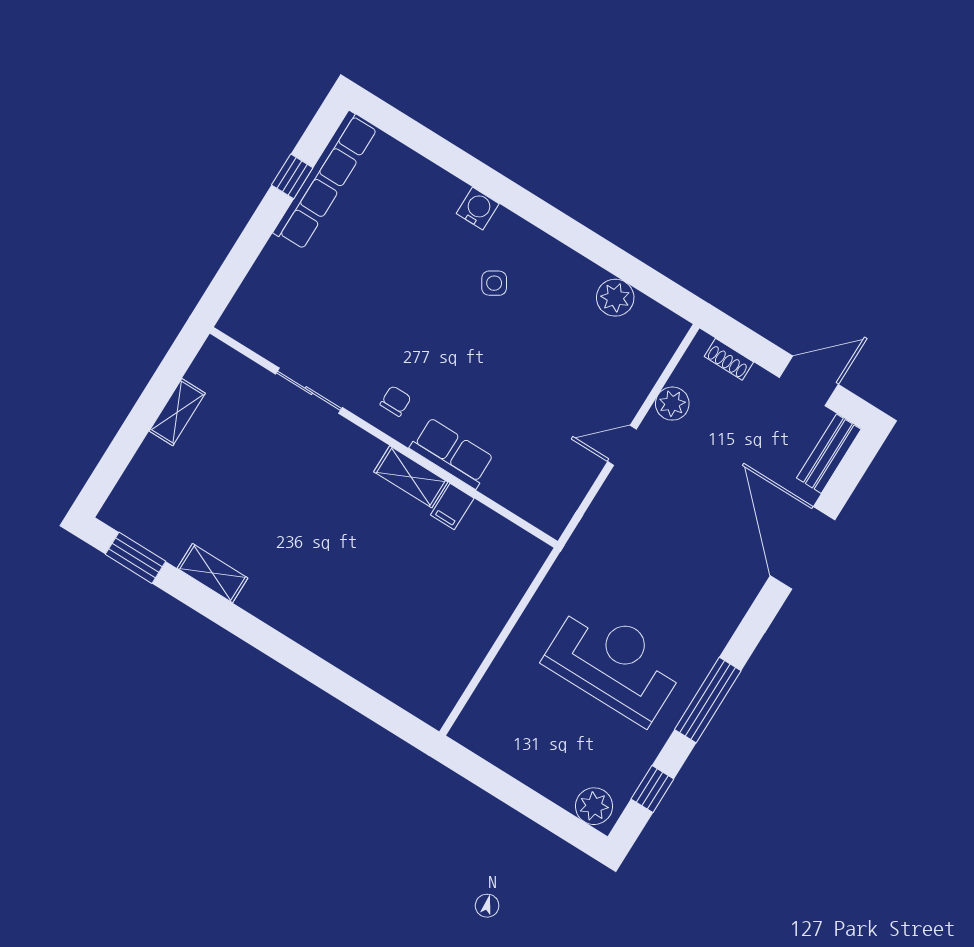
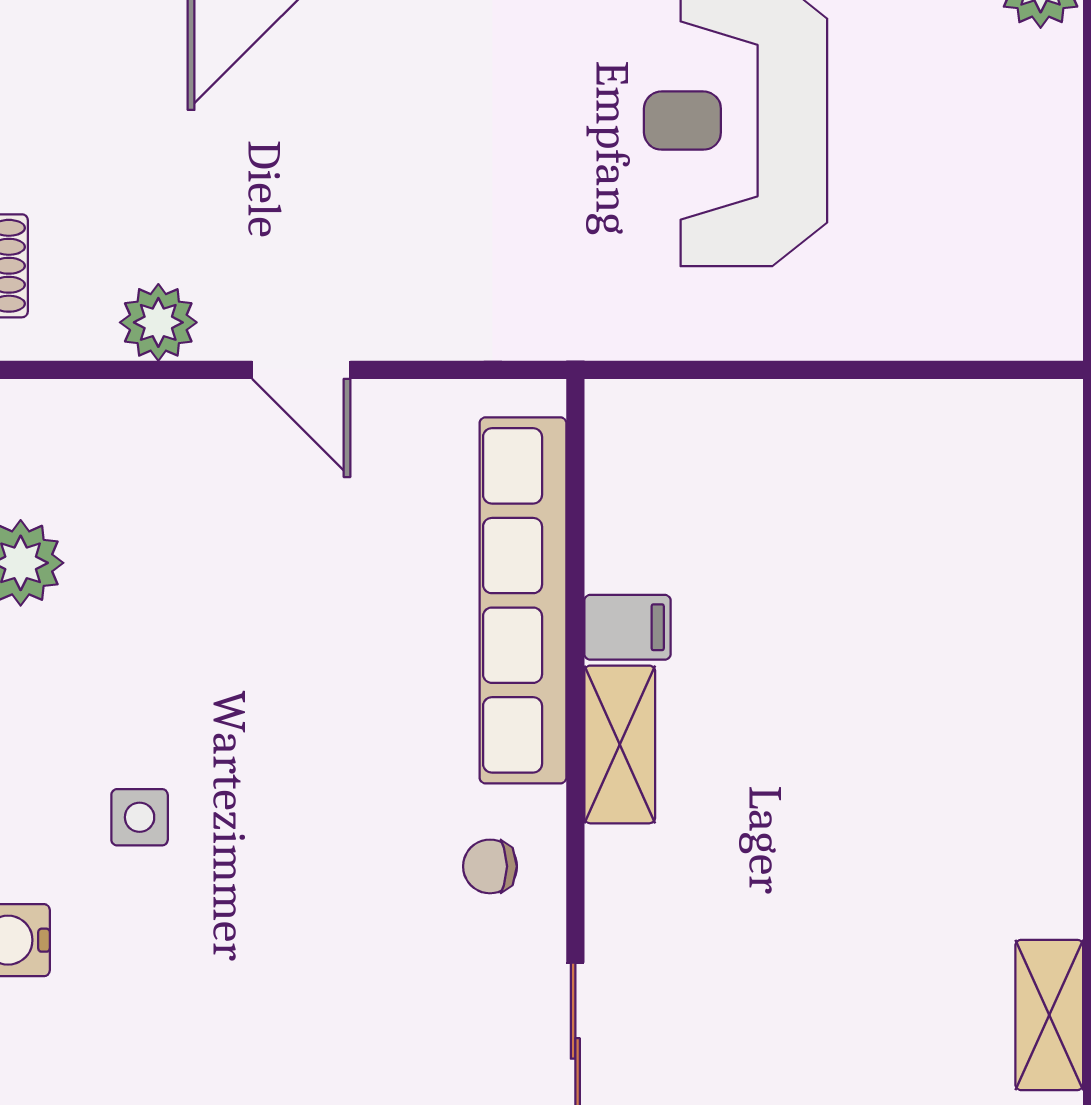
side table: (494, 283) -> (140, 817), turned 31
row of seats: (452, 453) -> (523, 600), width x2.02

